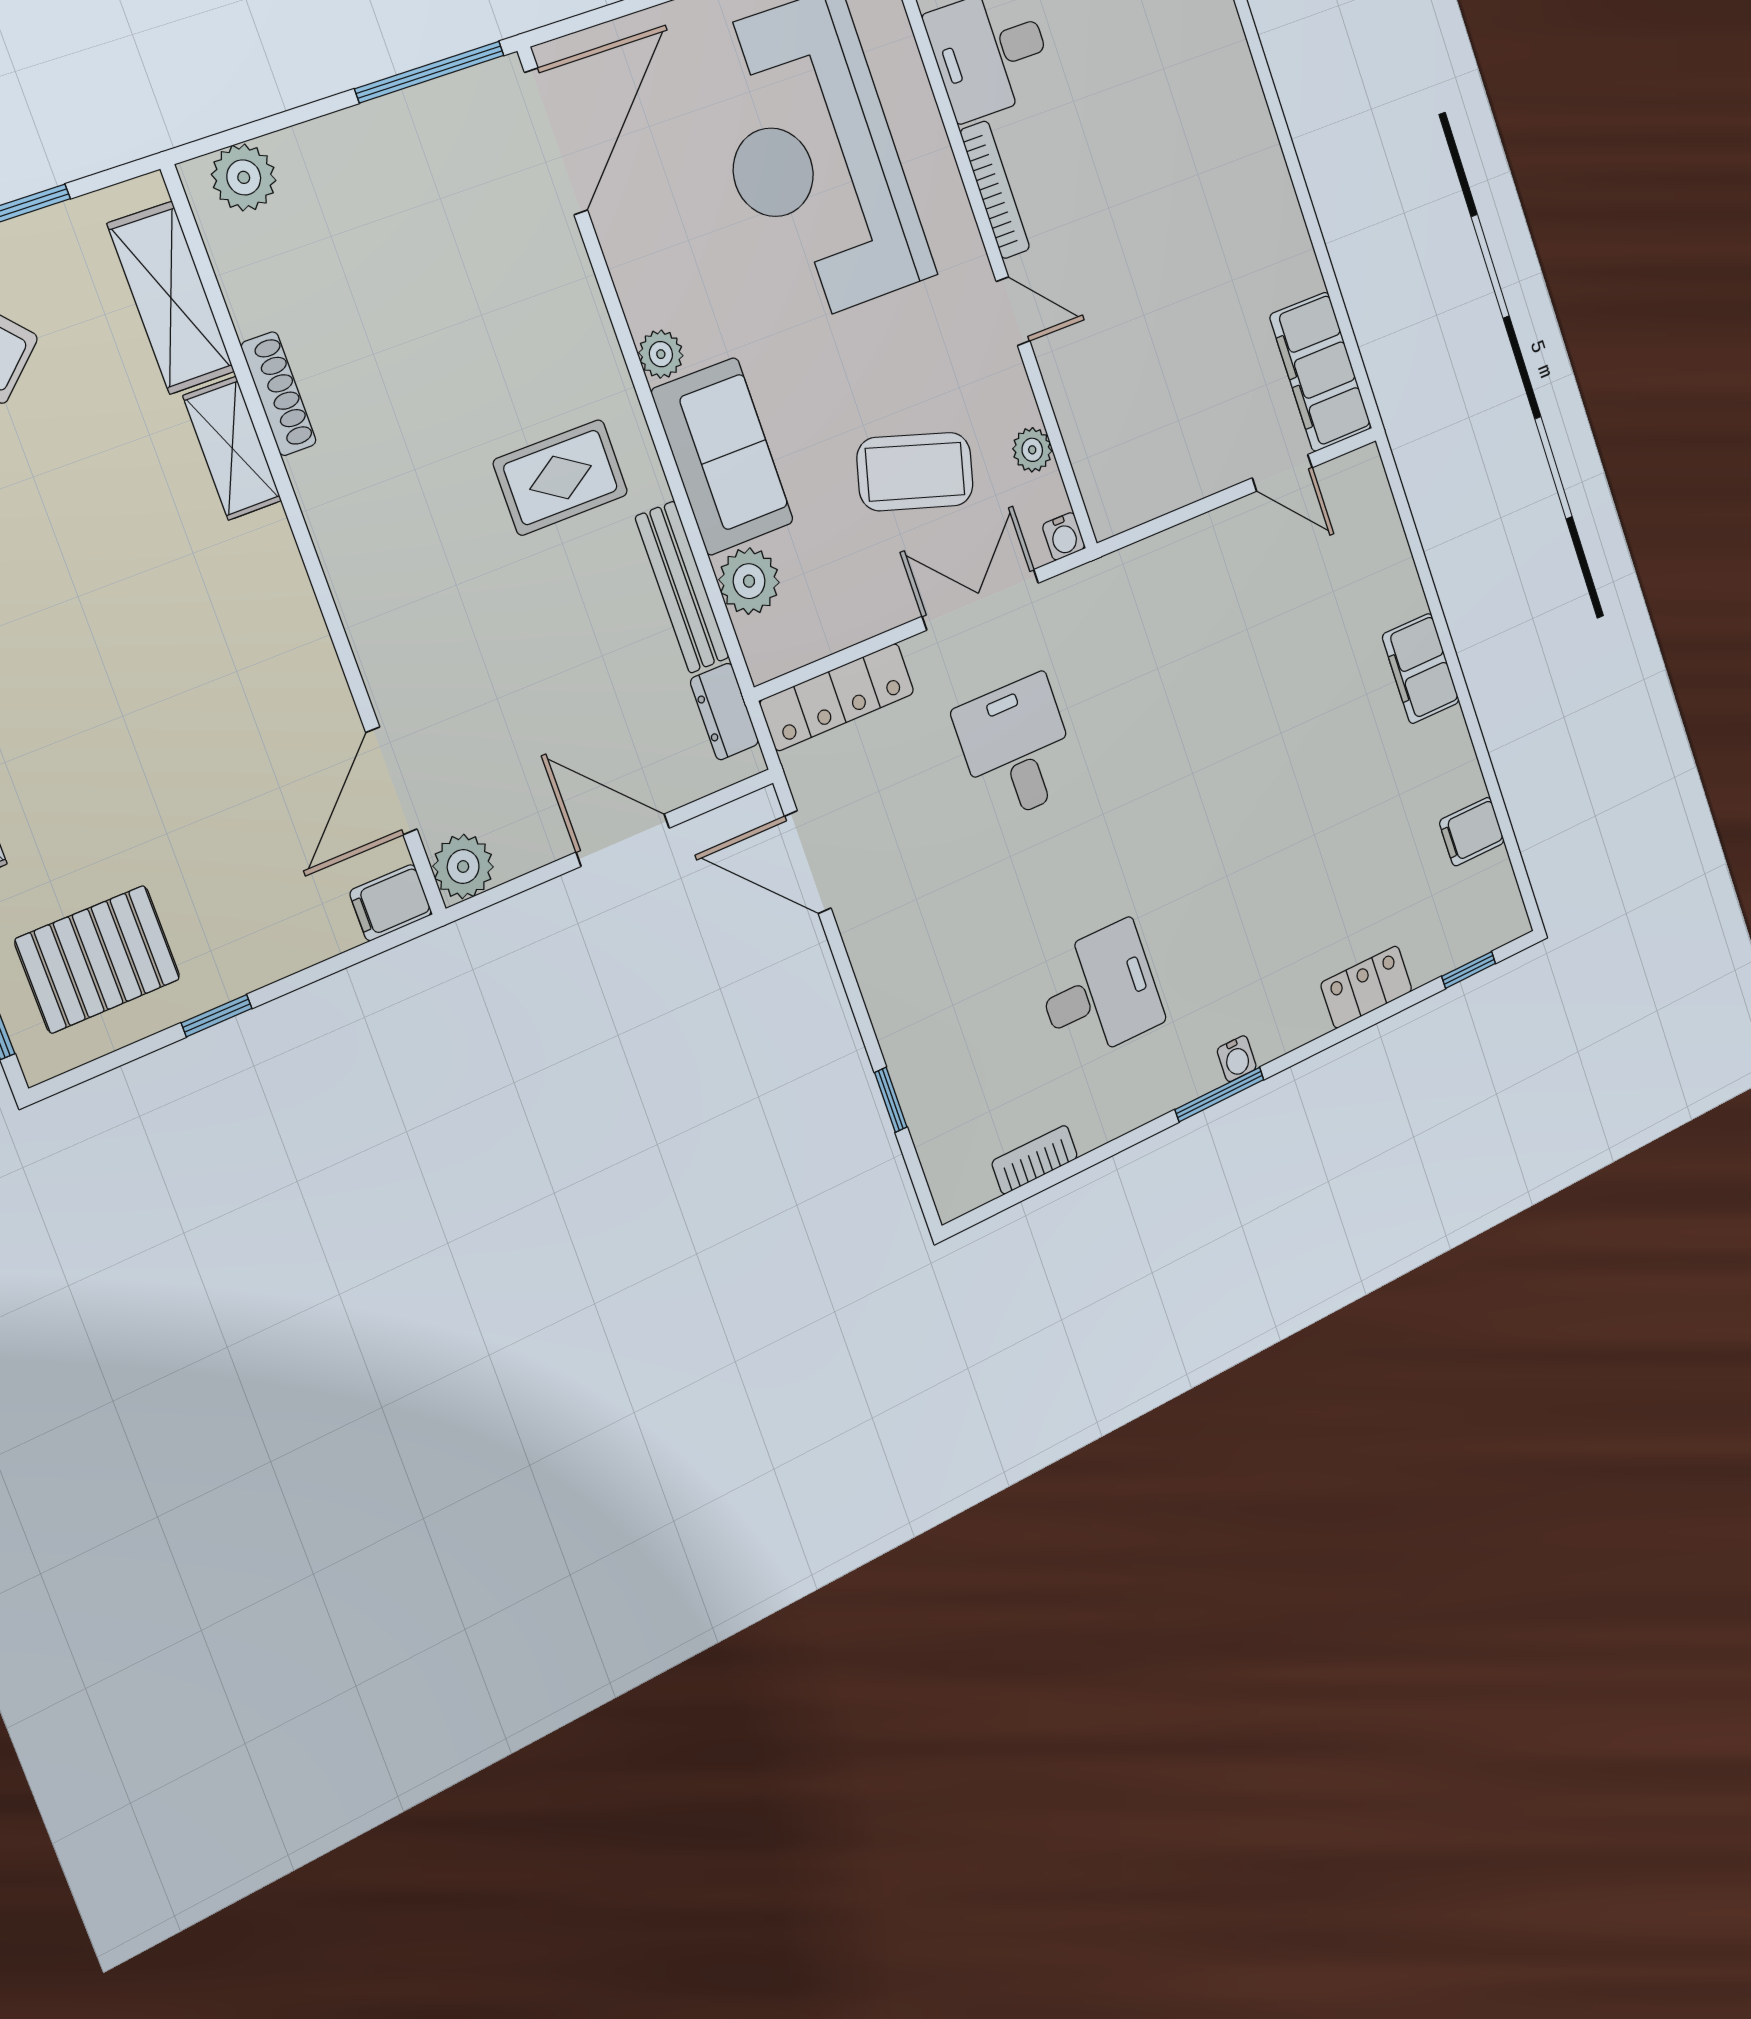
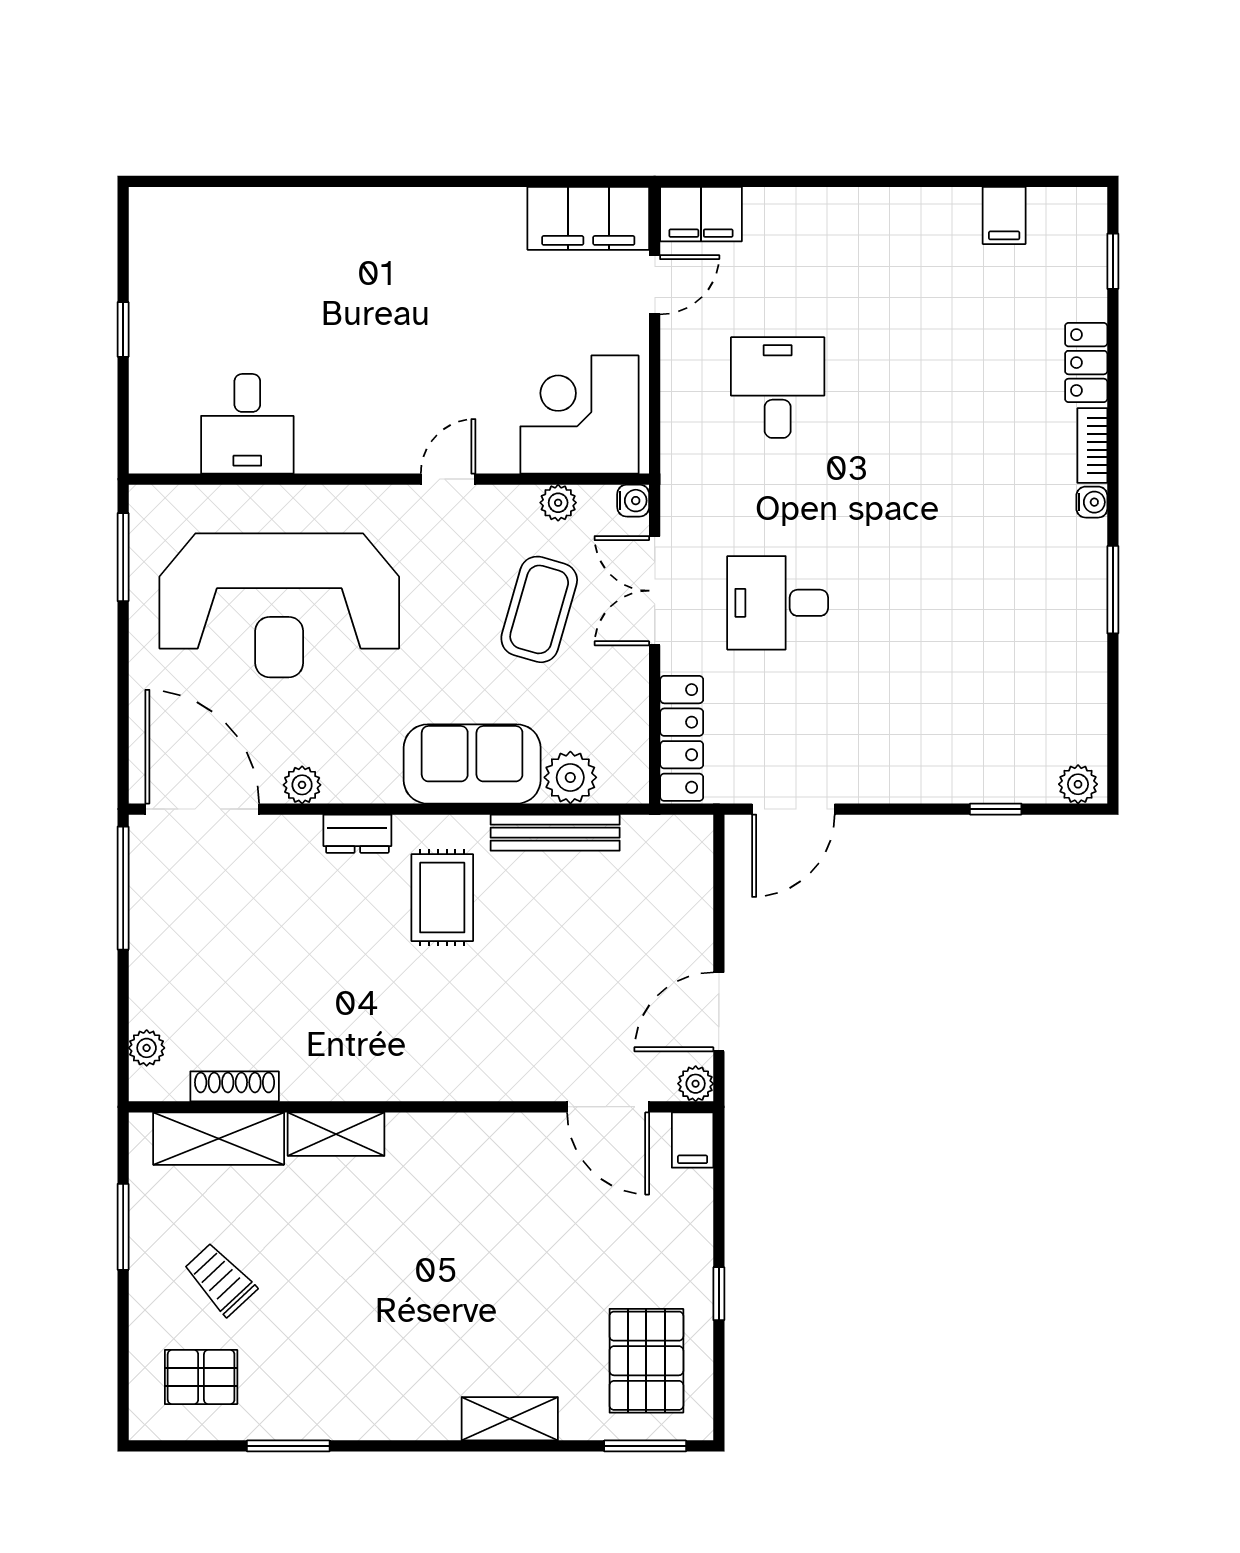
plant: (244, 177) -> (147, 1048), width x0.73, depth x0.73
bookcase: (995, 190) -> (352, 460), removed
plant: (661, 354) -> (302, 785), moved
shoe rack: (279, 394) -> (235, 1086), moved
corner desk: (1129, 439) -> (579, 415), added
filing cabinet: (1421, 669) -> (701, 214), moved
dresser: (724, 712) -> (357, 834), moved
door: (623, 840) -> (719, 1012), moved
plant: (463, 867) -> (696, 1084), width x0.73, depth x0.73
desk: (1100, 992) -> (778, 388), moved
window: (1220, 1094) -> (1113, 590), moved
bookcase: (1035, 1160) -> (1092, 446), moved
plant: (950, 1182) -> (1078, 784), added

